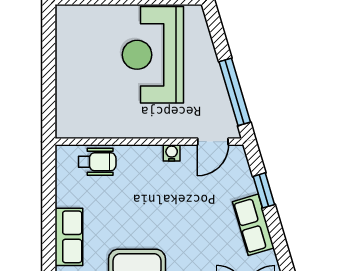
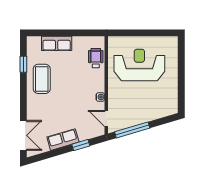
reception desk: (153, 55) -> (139, 65), moved
wheelchair: (97, 162) -> (96, 58), turned 180

